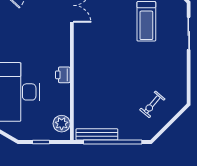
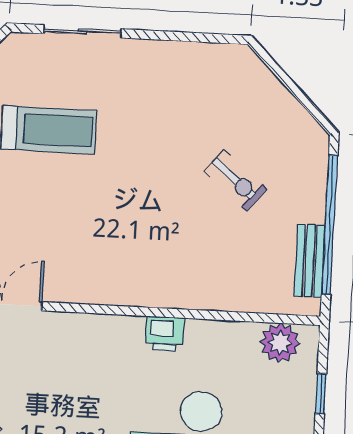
exercise bike: (152, 104) -> (236, 180), moved
bench: (97, 134) -> (310, 261), width x0.73

